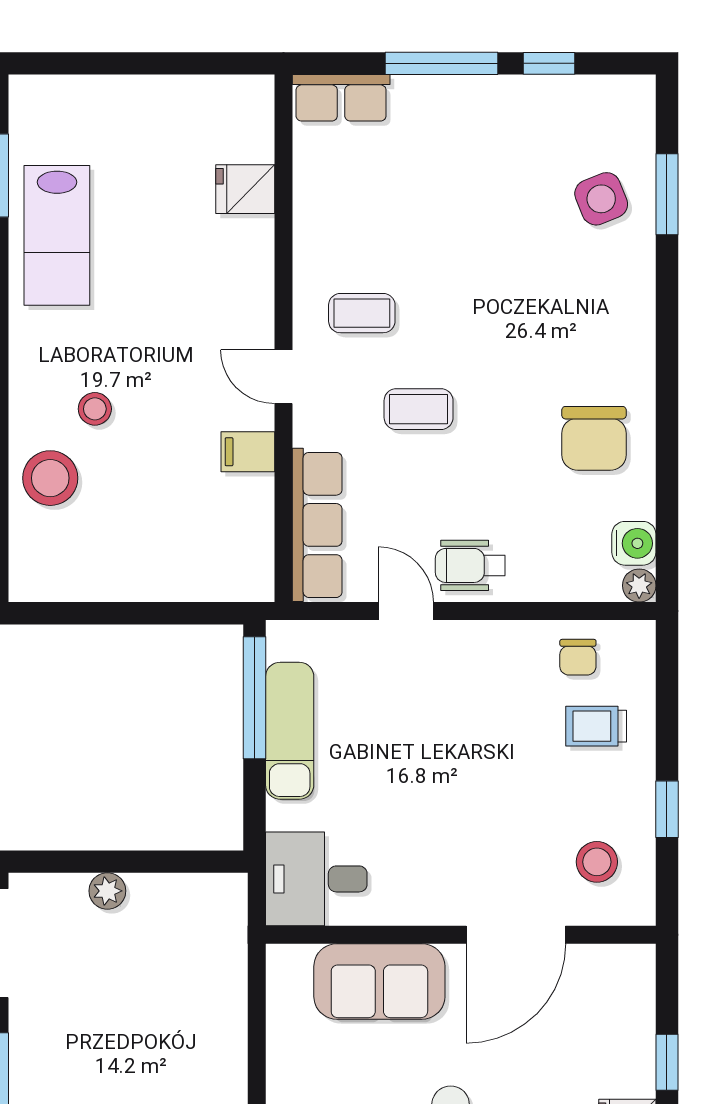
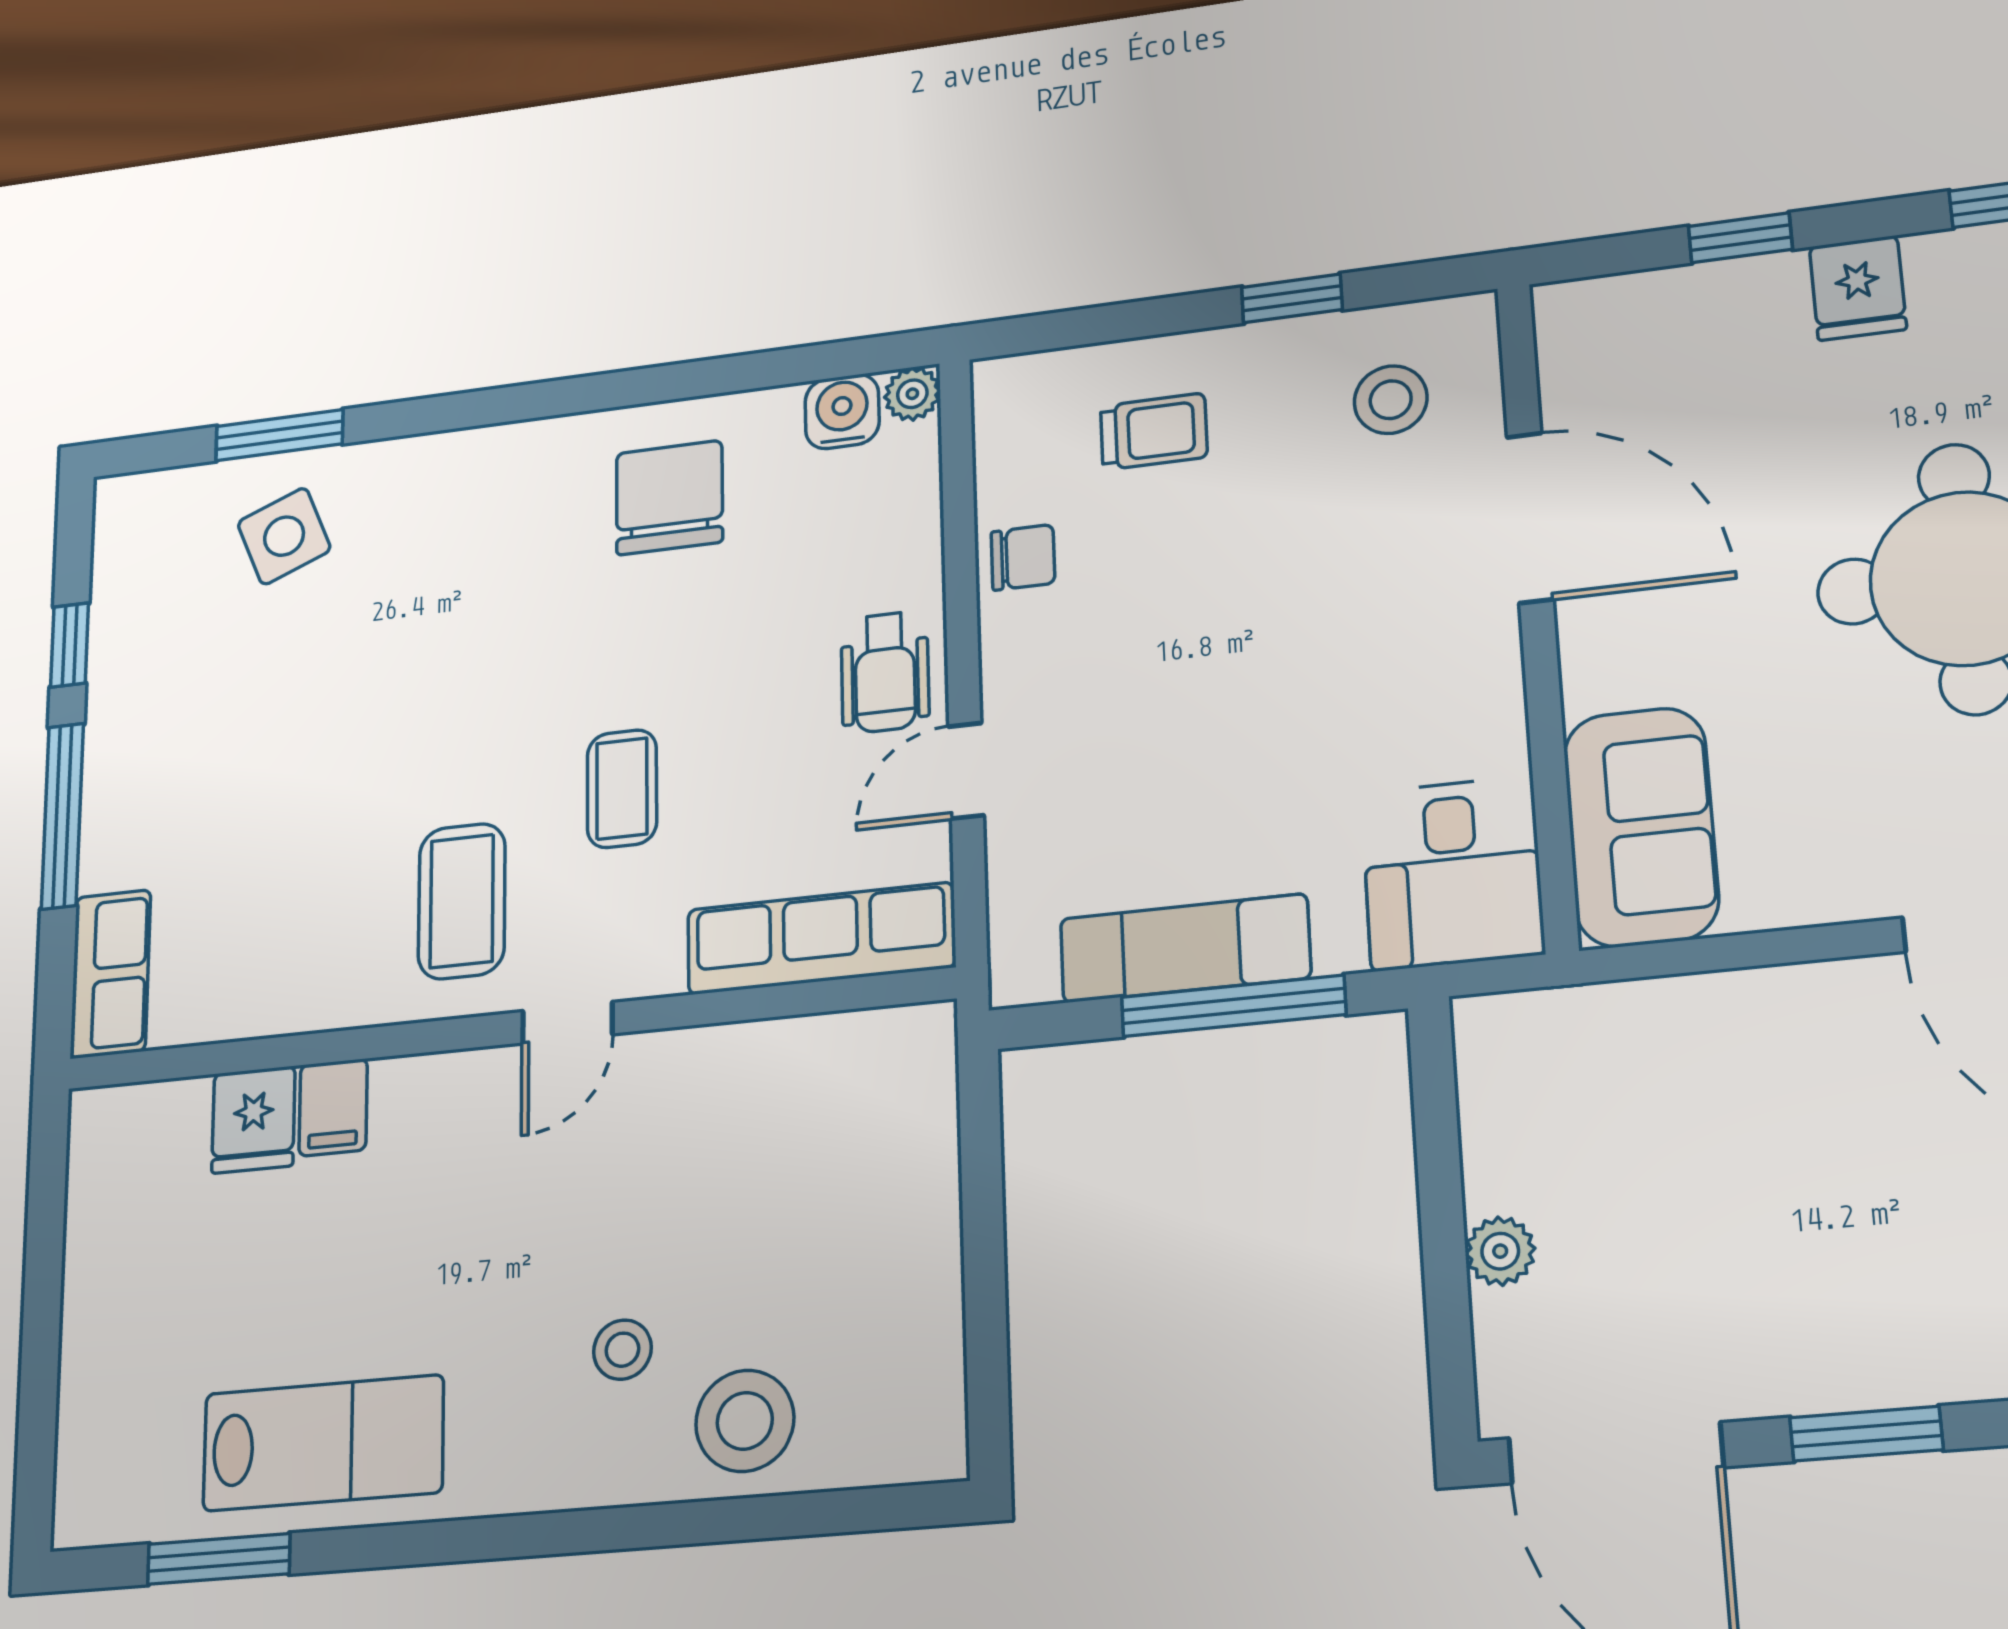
coffee table: (362, 313) -> (462, 901), width x1.36, depth x1.30
chair: (594, 438) -> (669, 498), turned -90
filing cabinet: (248, 452) -> (333, 1107), moved
chair: (578, 657) -> (1023, 557), moved
window: (255, 698) -> (1233, 1006), moved
trolley: (596, 726) -> (1154, 432), turned -90
sofa: (379, 981) -> (1641, 827), moved

